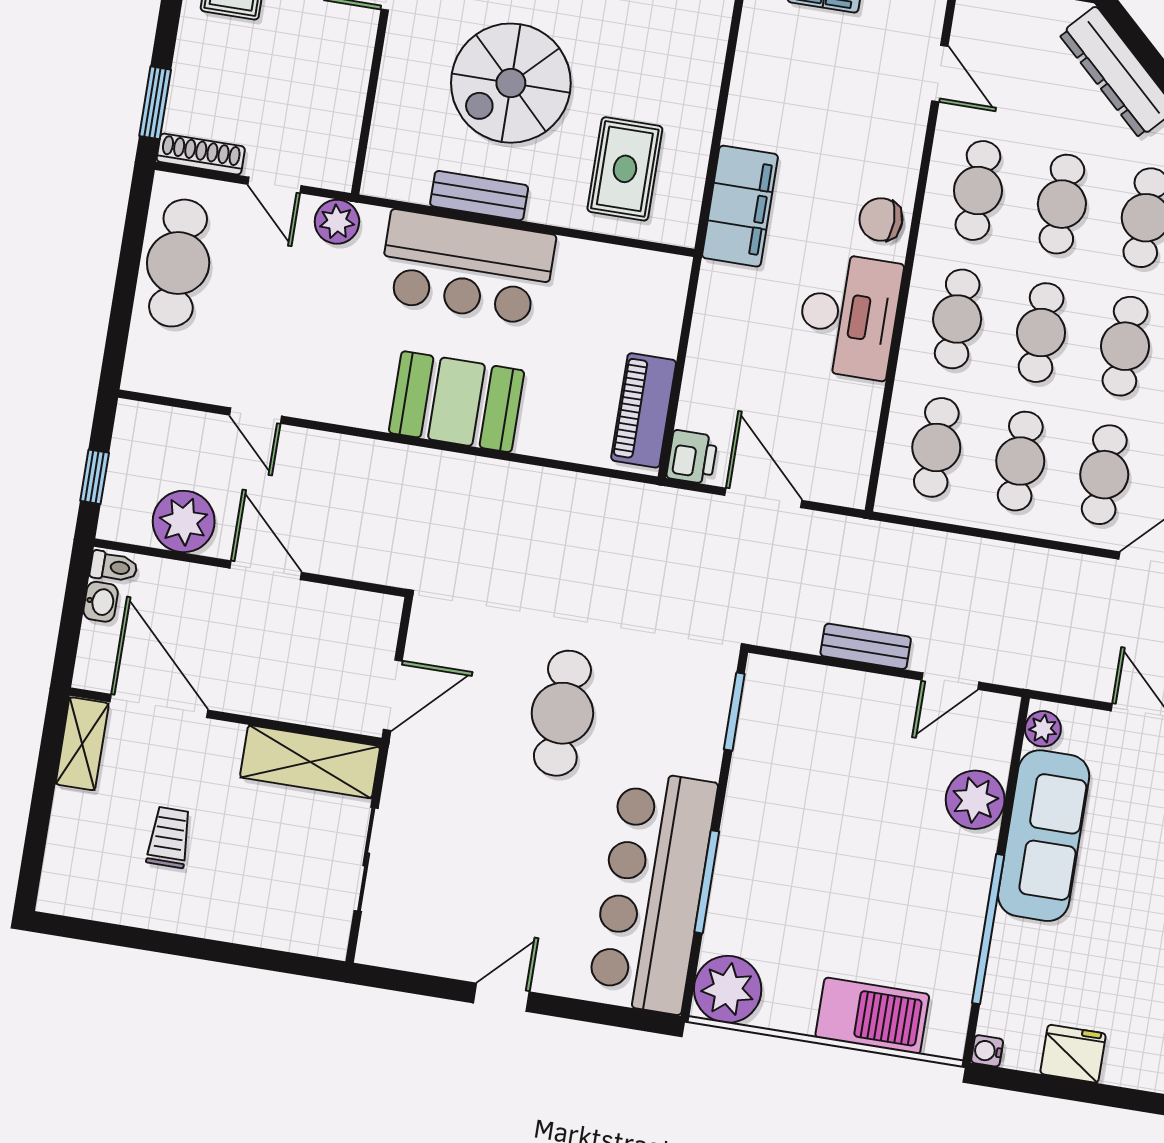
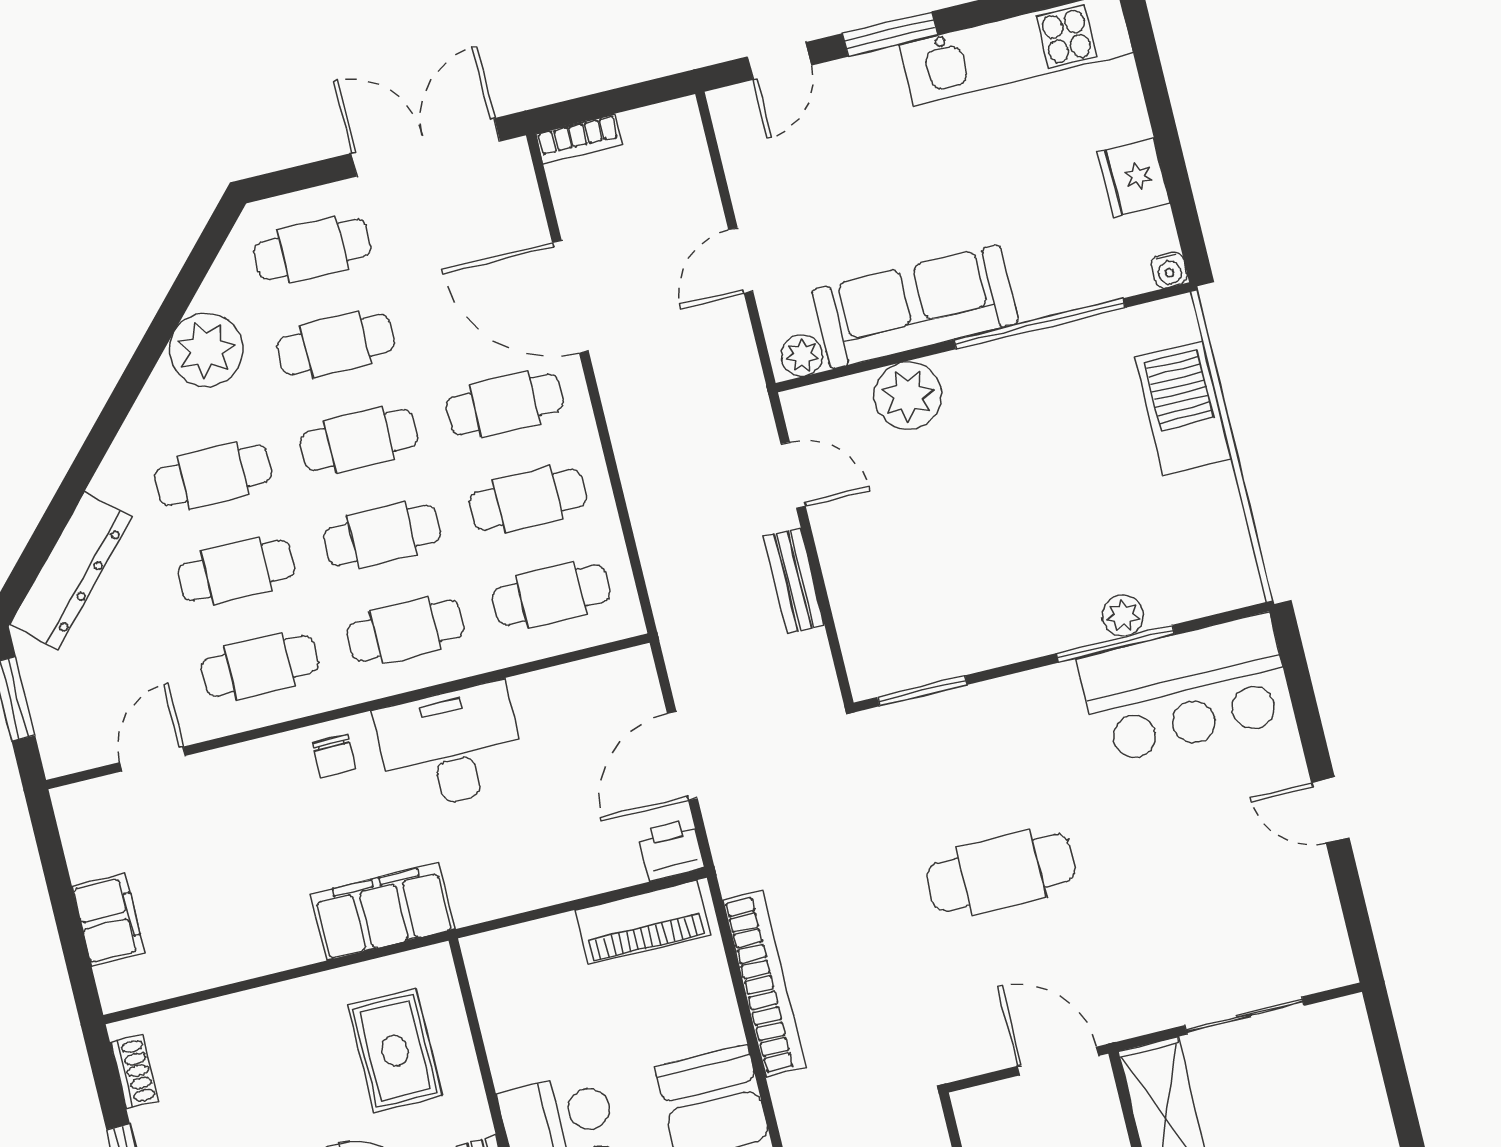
rug: (625, 169) -> (395, 1050), turned 90
chair: (881, 220) -> (334, 756), width x0.73, depth x0.73
bookcase: (554, 486) -> (764, 984), added
bar counter: (652, 892) -> (1186, 689), width x0.73
plant: (728, 989) -> (1123, 616), moved, width x0.53, depth x0.53

